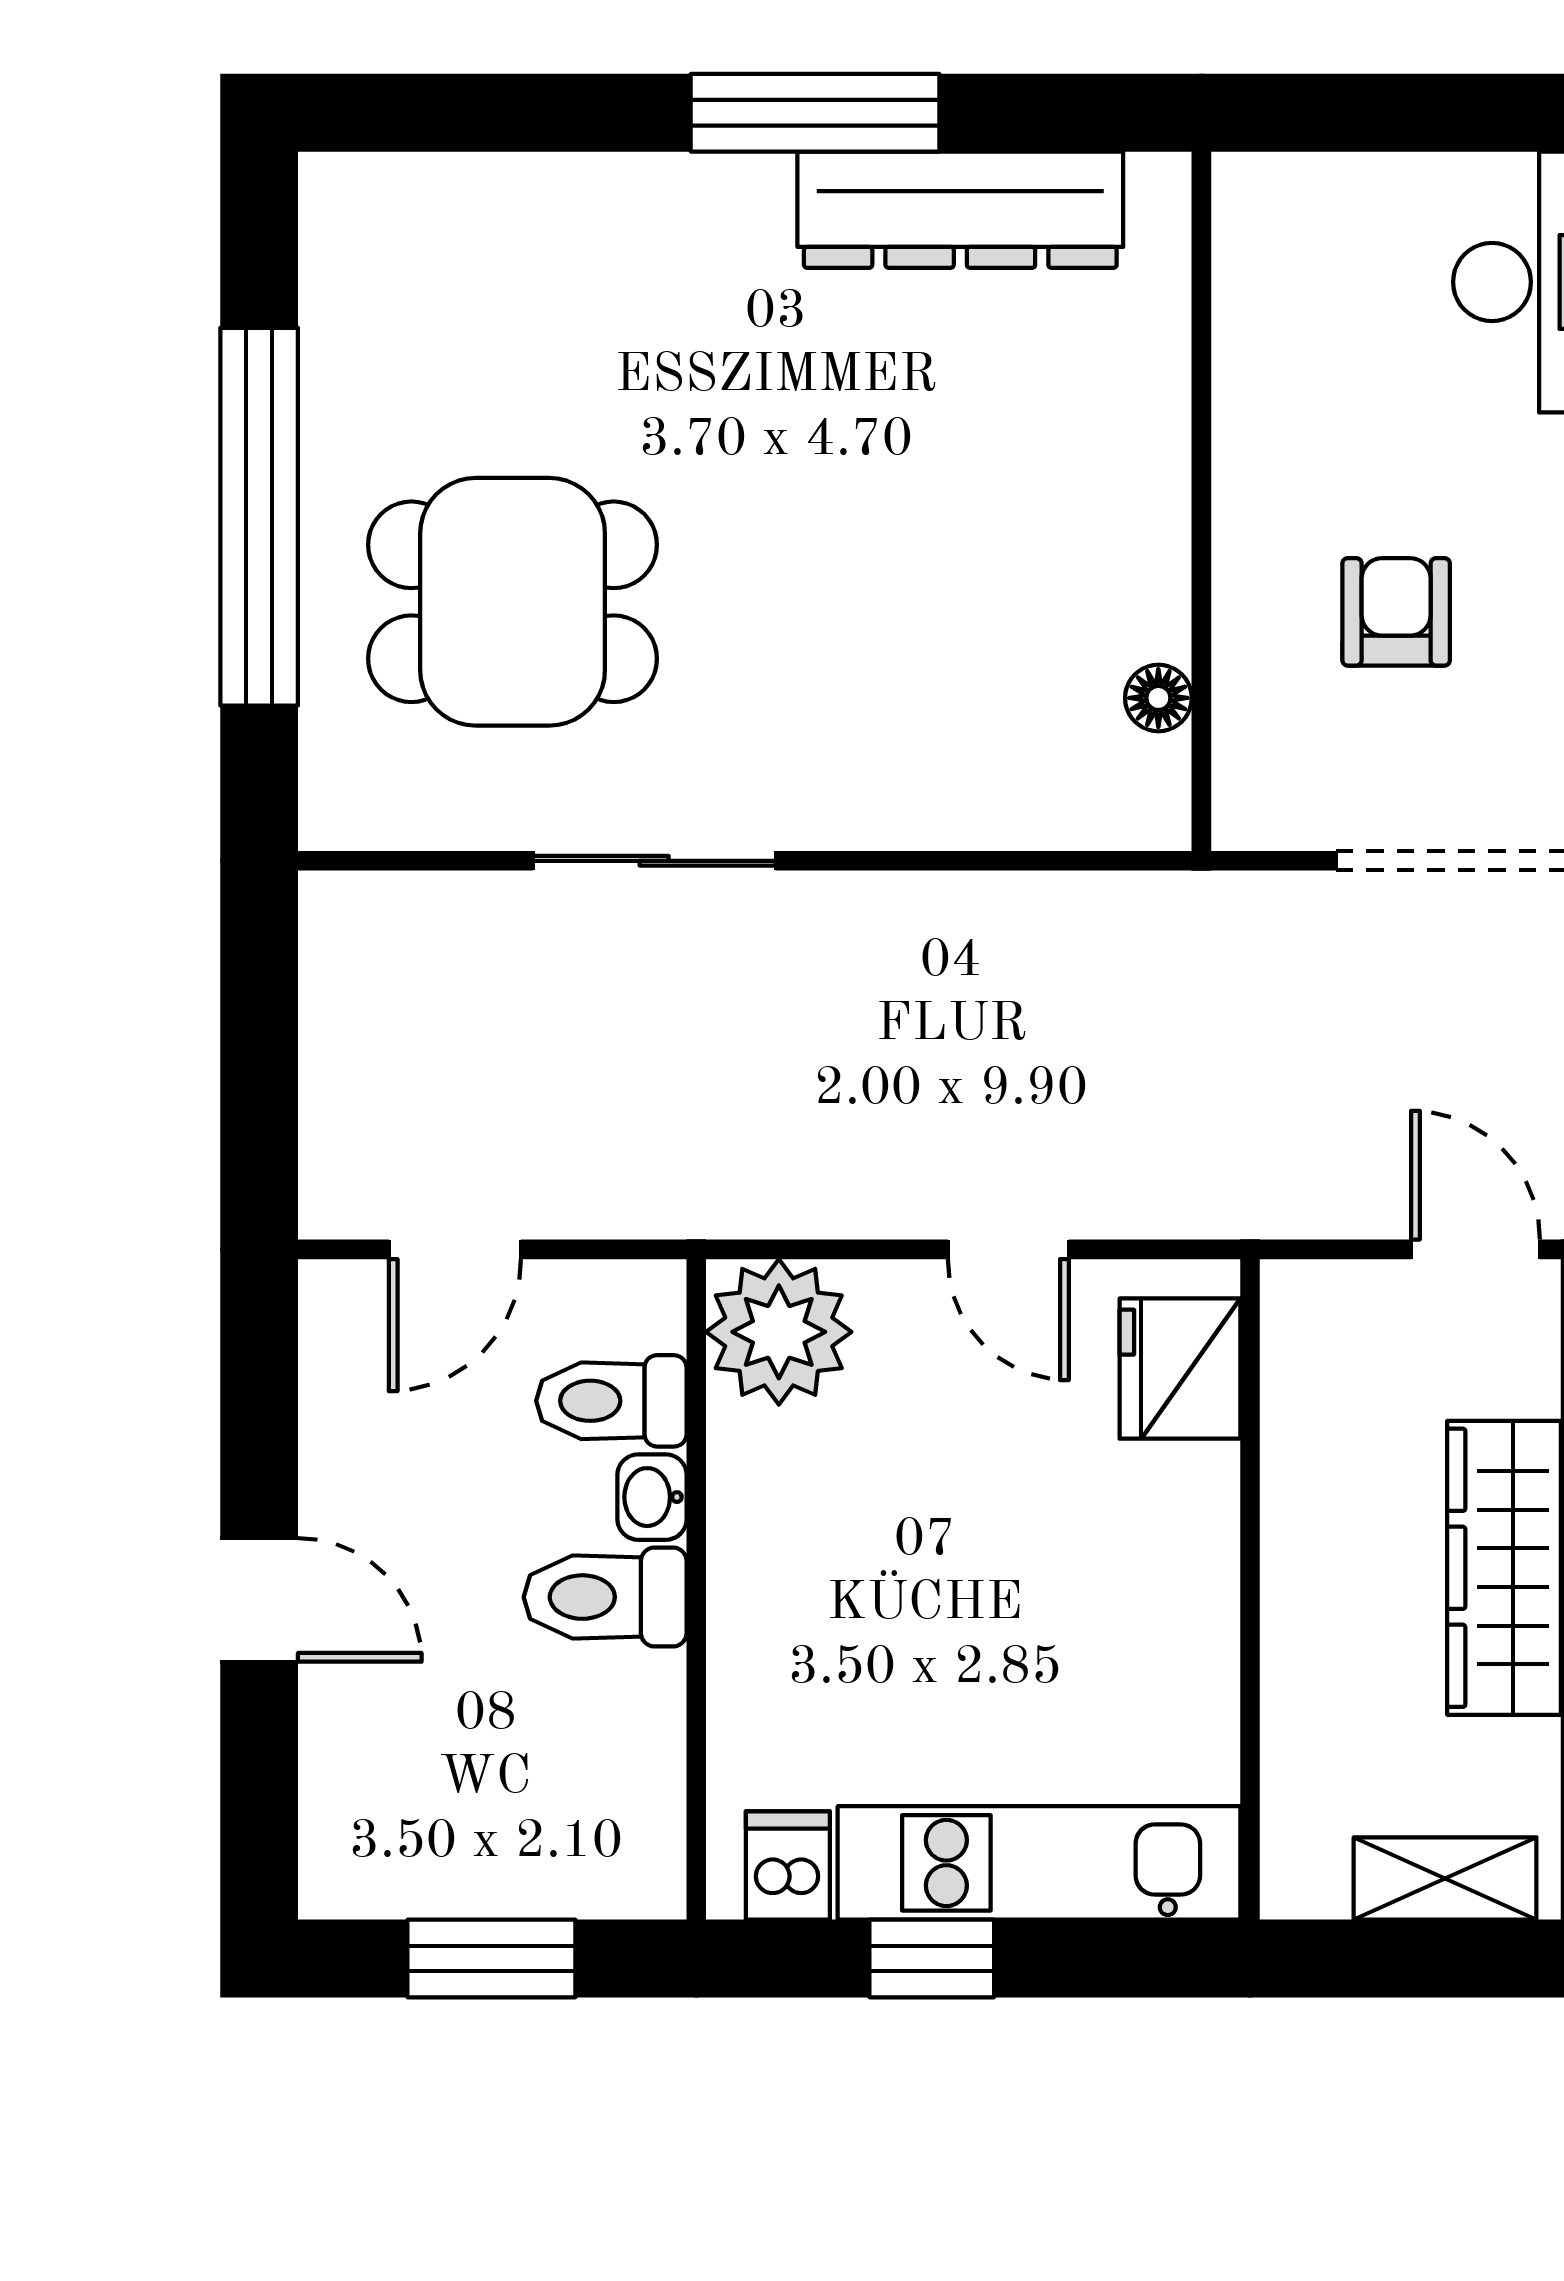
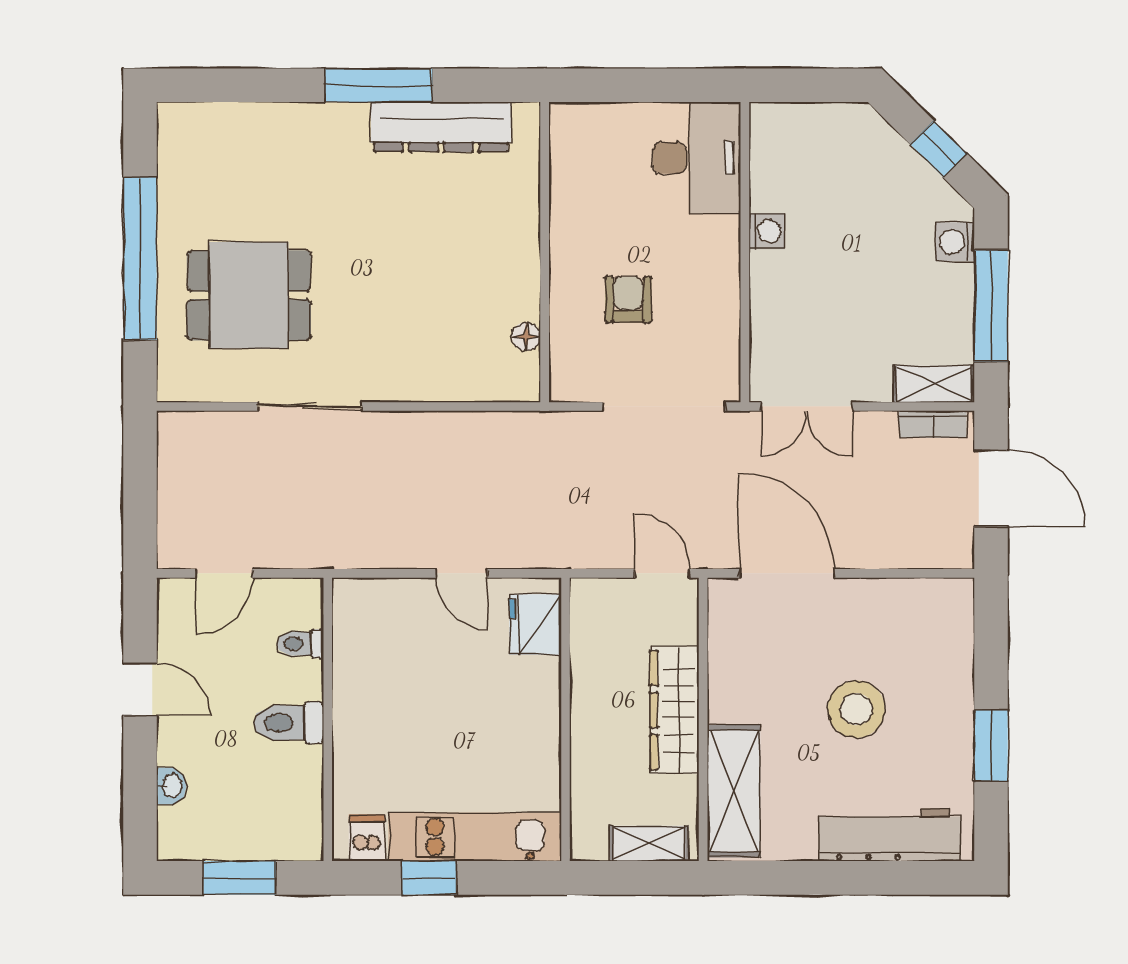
plant: (779, 1332) -> (363, 609), removed
toilet: (611, 1401) -> (300, 644), width x0.73, depth x0.72
washbasin: (652, 1497) -> (171, 786), moved, turned 180
door: (259, 1600) -> (140, 689), moved

